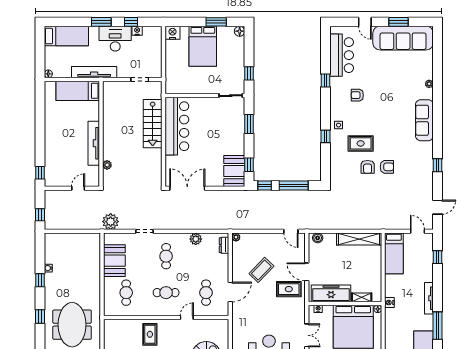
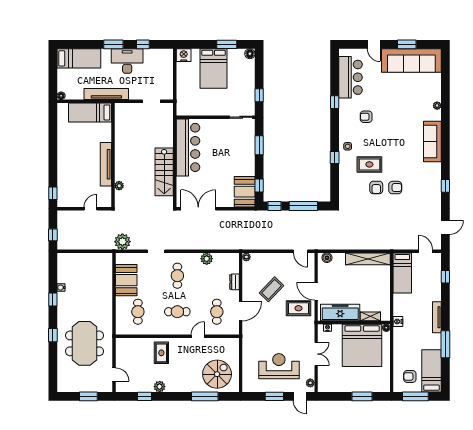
nightstand: (137, 31) -> (149, 53), removed
stairs: (153, 124) -> (164, 172), moved
dresser: (224, 245) -> (235, 282), moved

